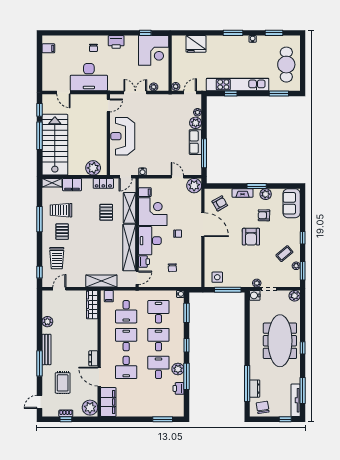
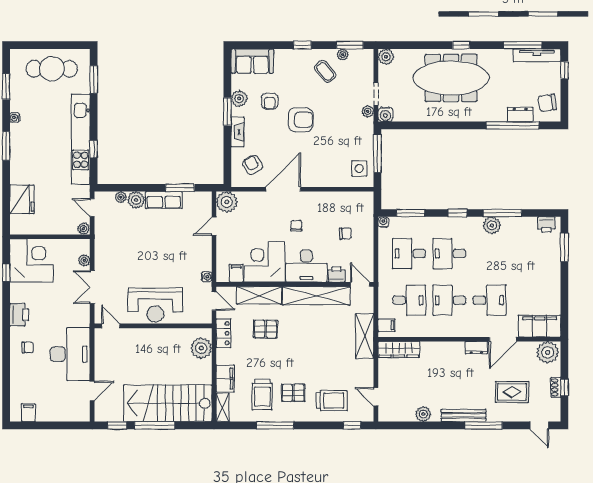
window: (204, 153) -> (180, 188), width x0.69
desk: (158, 367) -> (490, 254), removed
printer: (179, 388) -> (546, 225), moved

